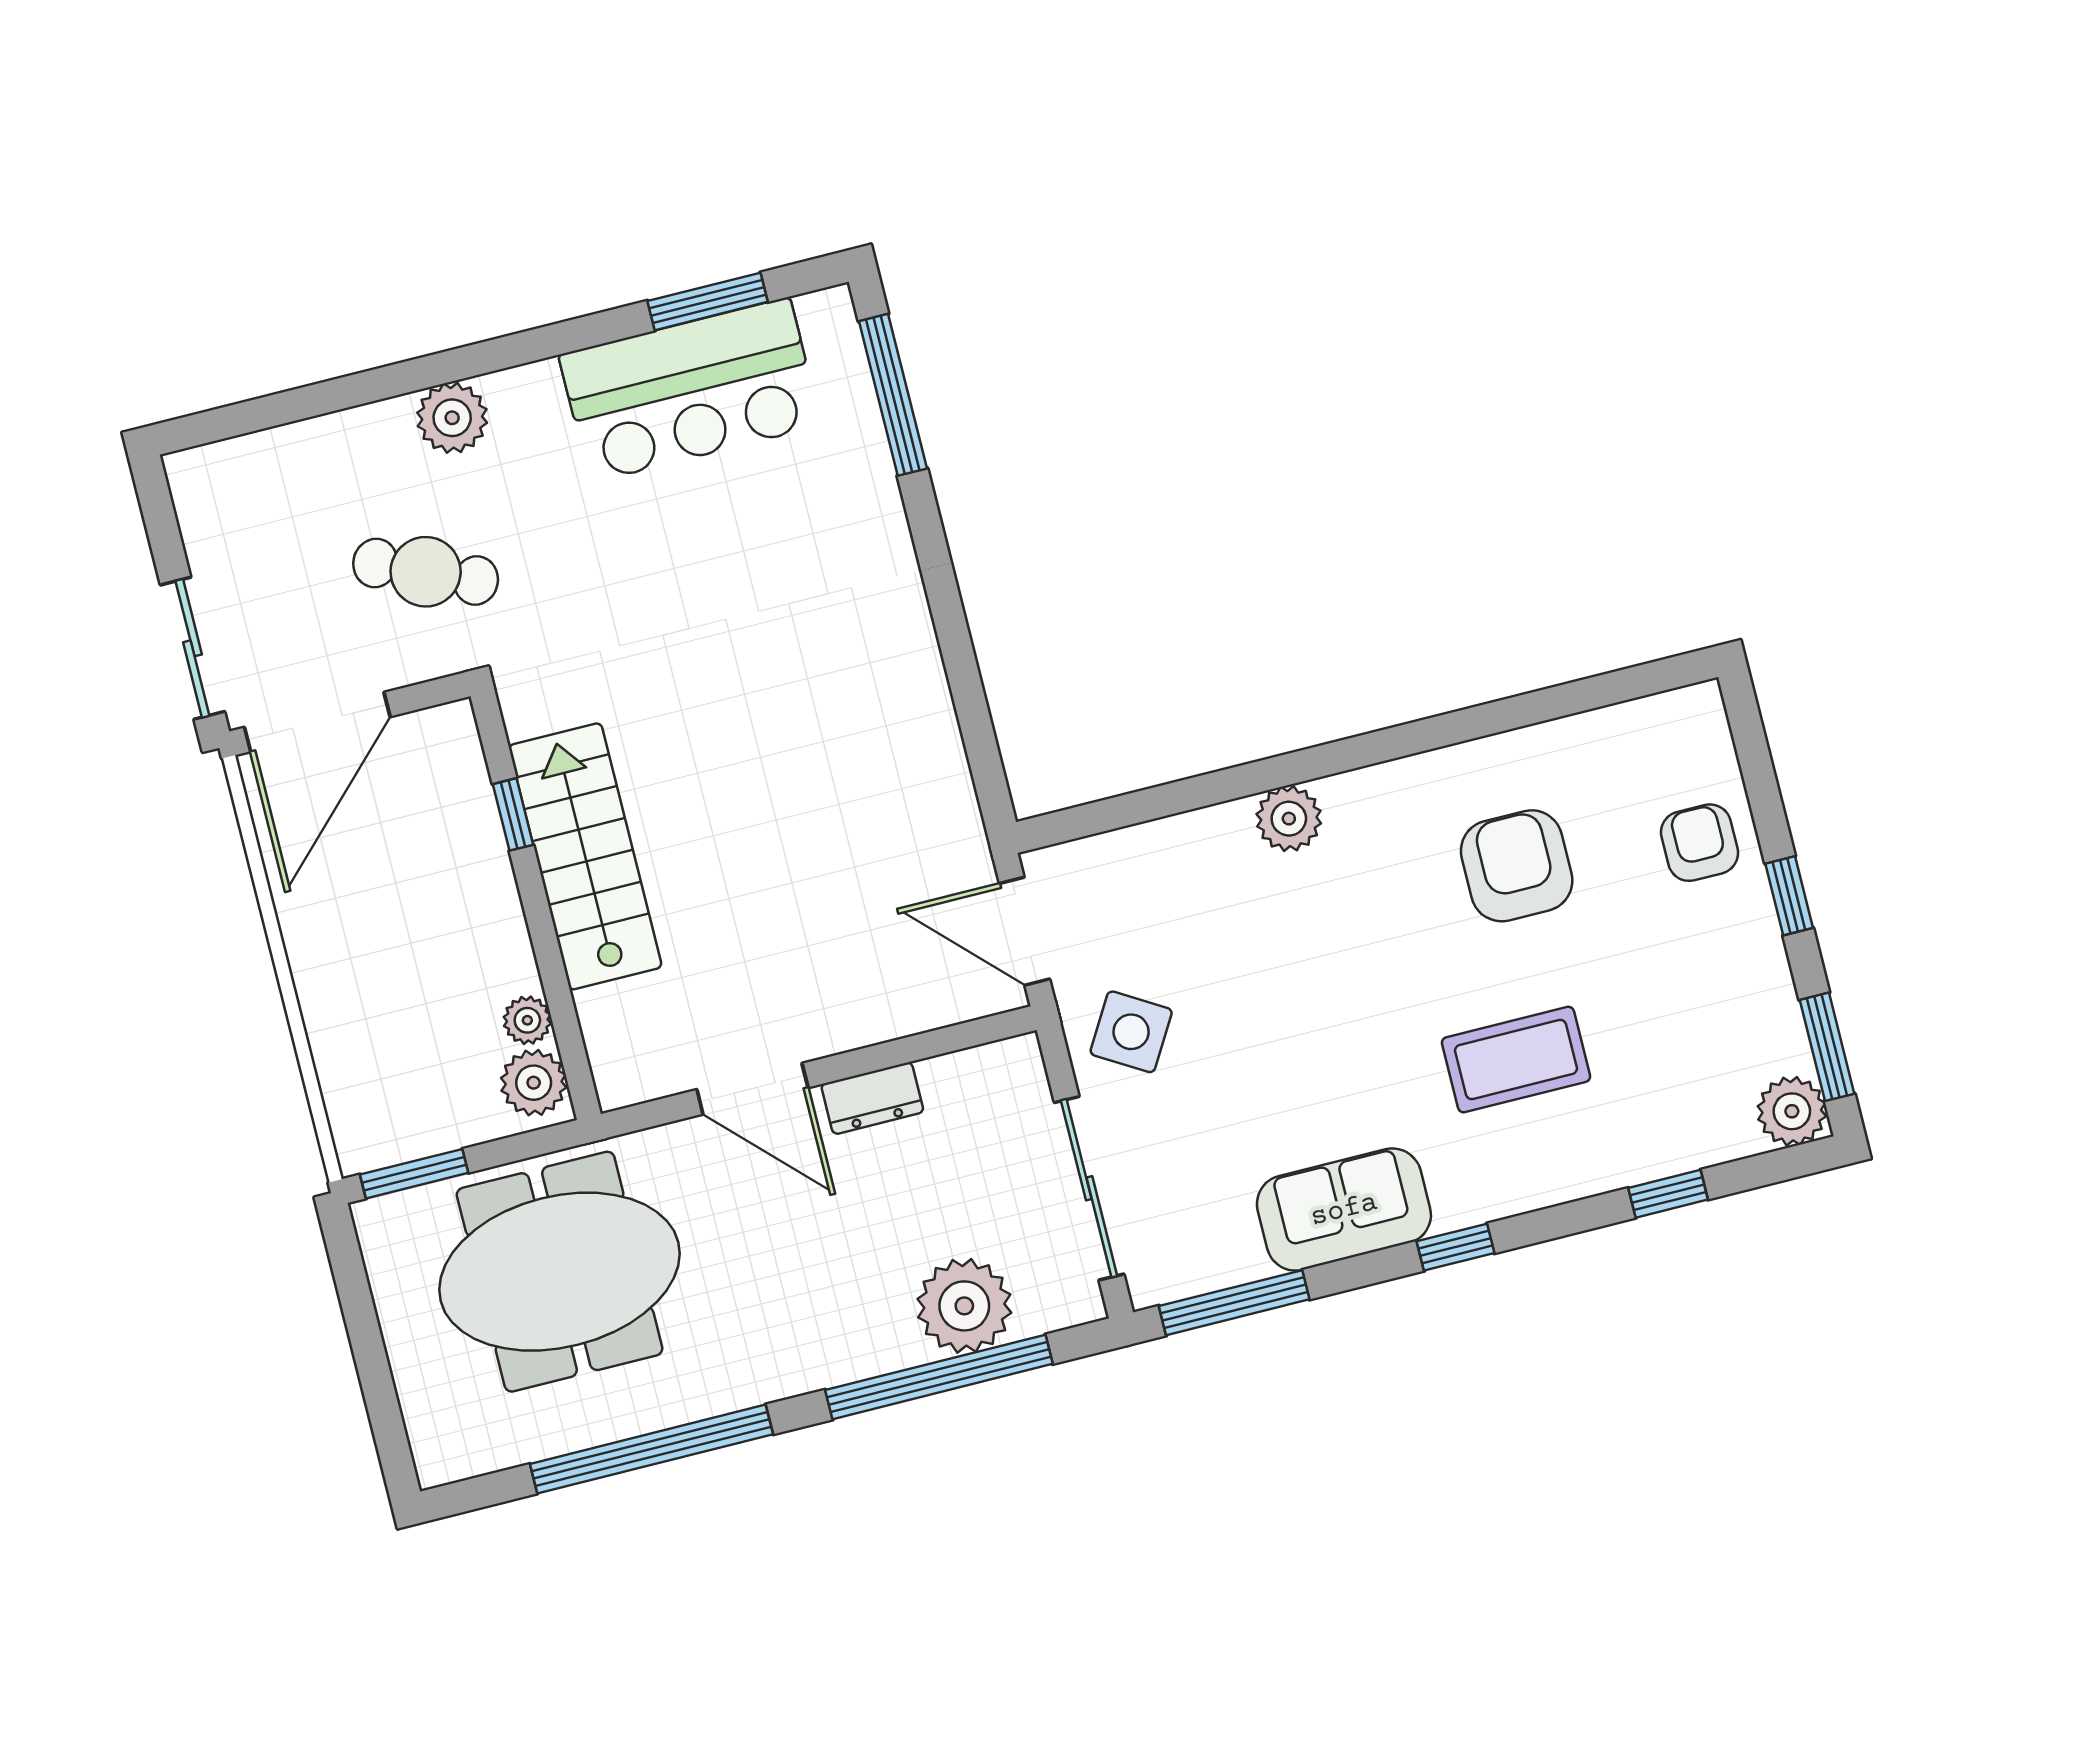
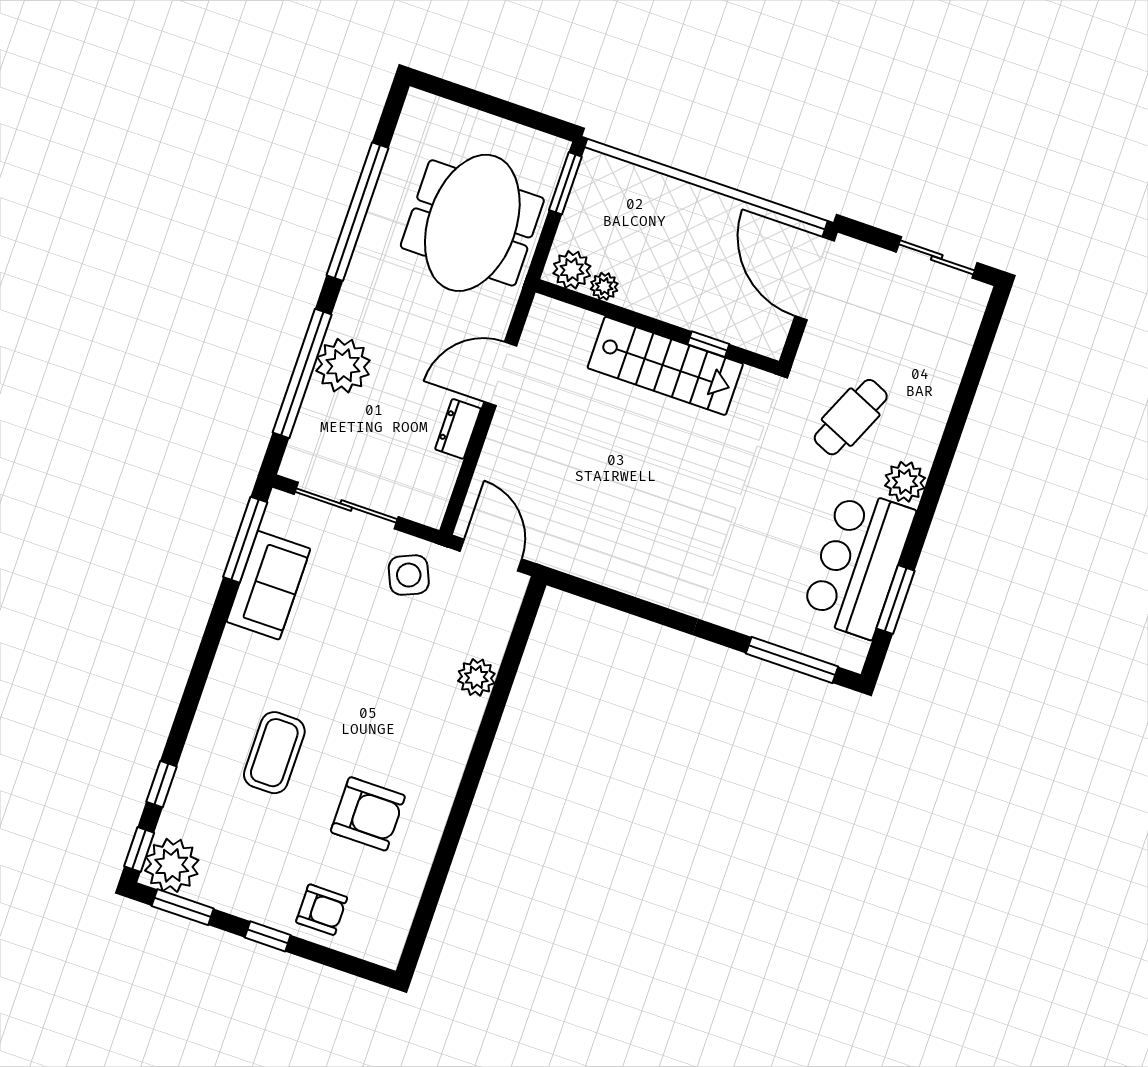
plant: (452, 418) -> (905, 482), moved
cafe table: (426, 572) -> (851, 417), moved
sliding door: (192, 648) -> (937, 257), moved
plant: (1289, 819) -> (476, 677), moved
door: (1025, 931) -> (491, 555), hinge flipped
side table: (1131, 1032) -> (409, 575), turned 36
plant: (1792, 1111) -> (172, 865), width x1.36, depth x1.36
sofa: (1344, 1210) -> (268, 585), moved
window: (1455, 1247) -> (139, 849), moved
plant: (964, 1306) -> (343, 366), moved

